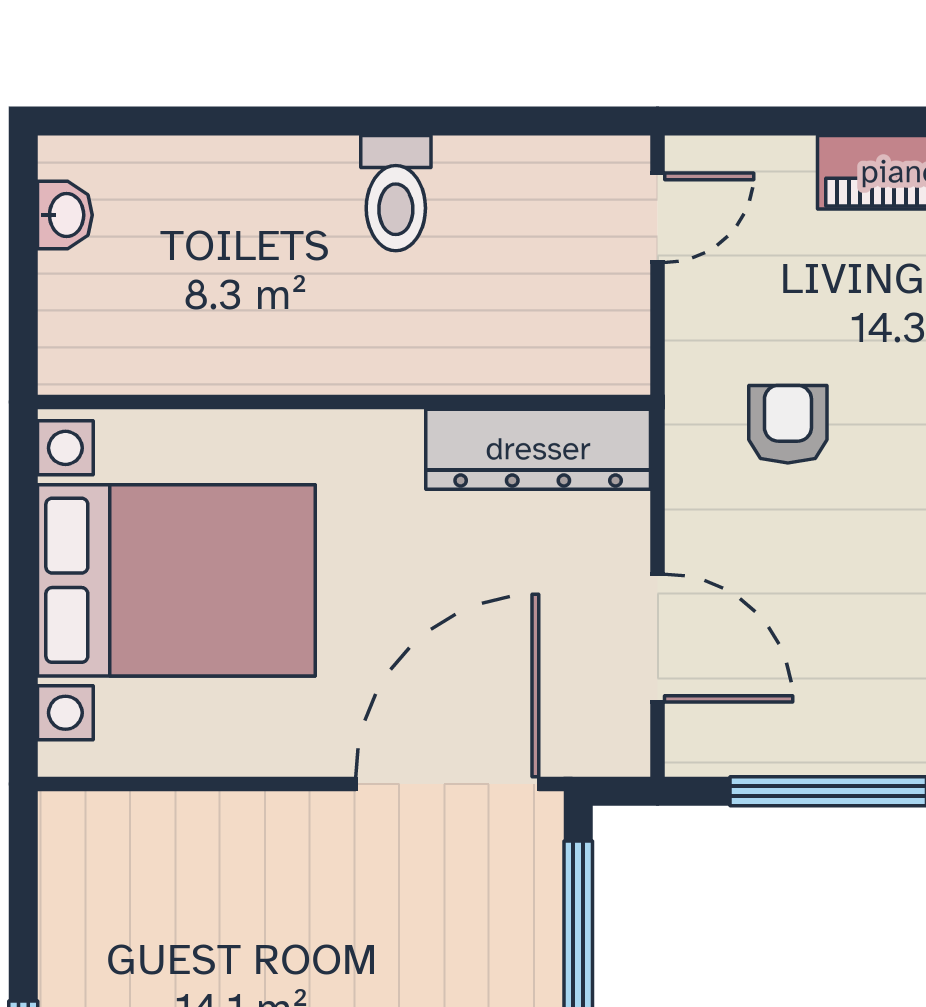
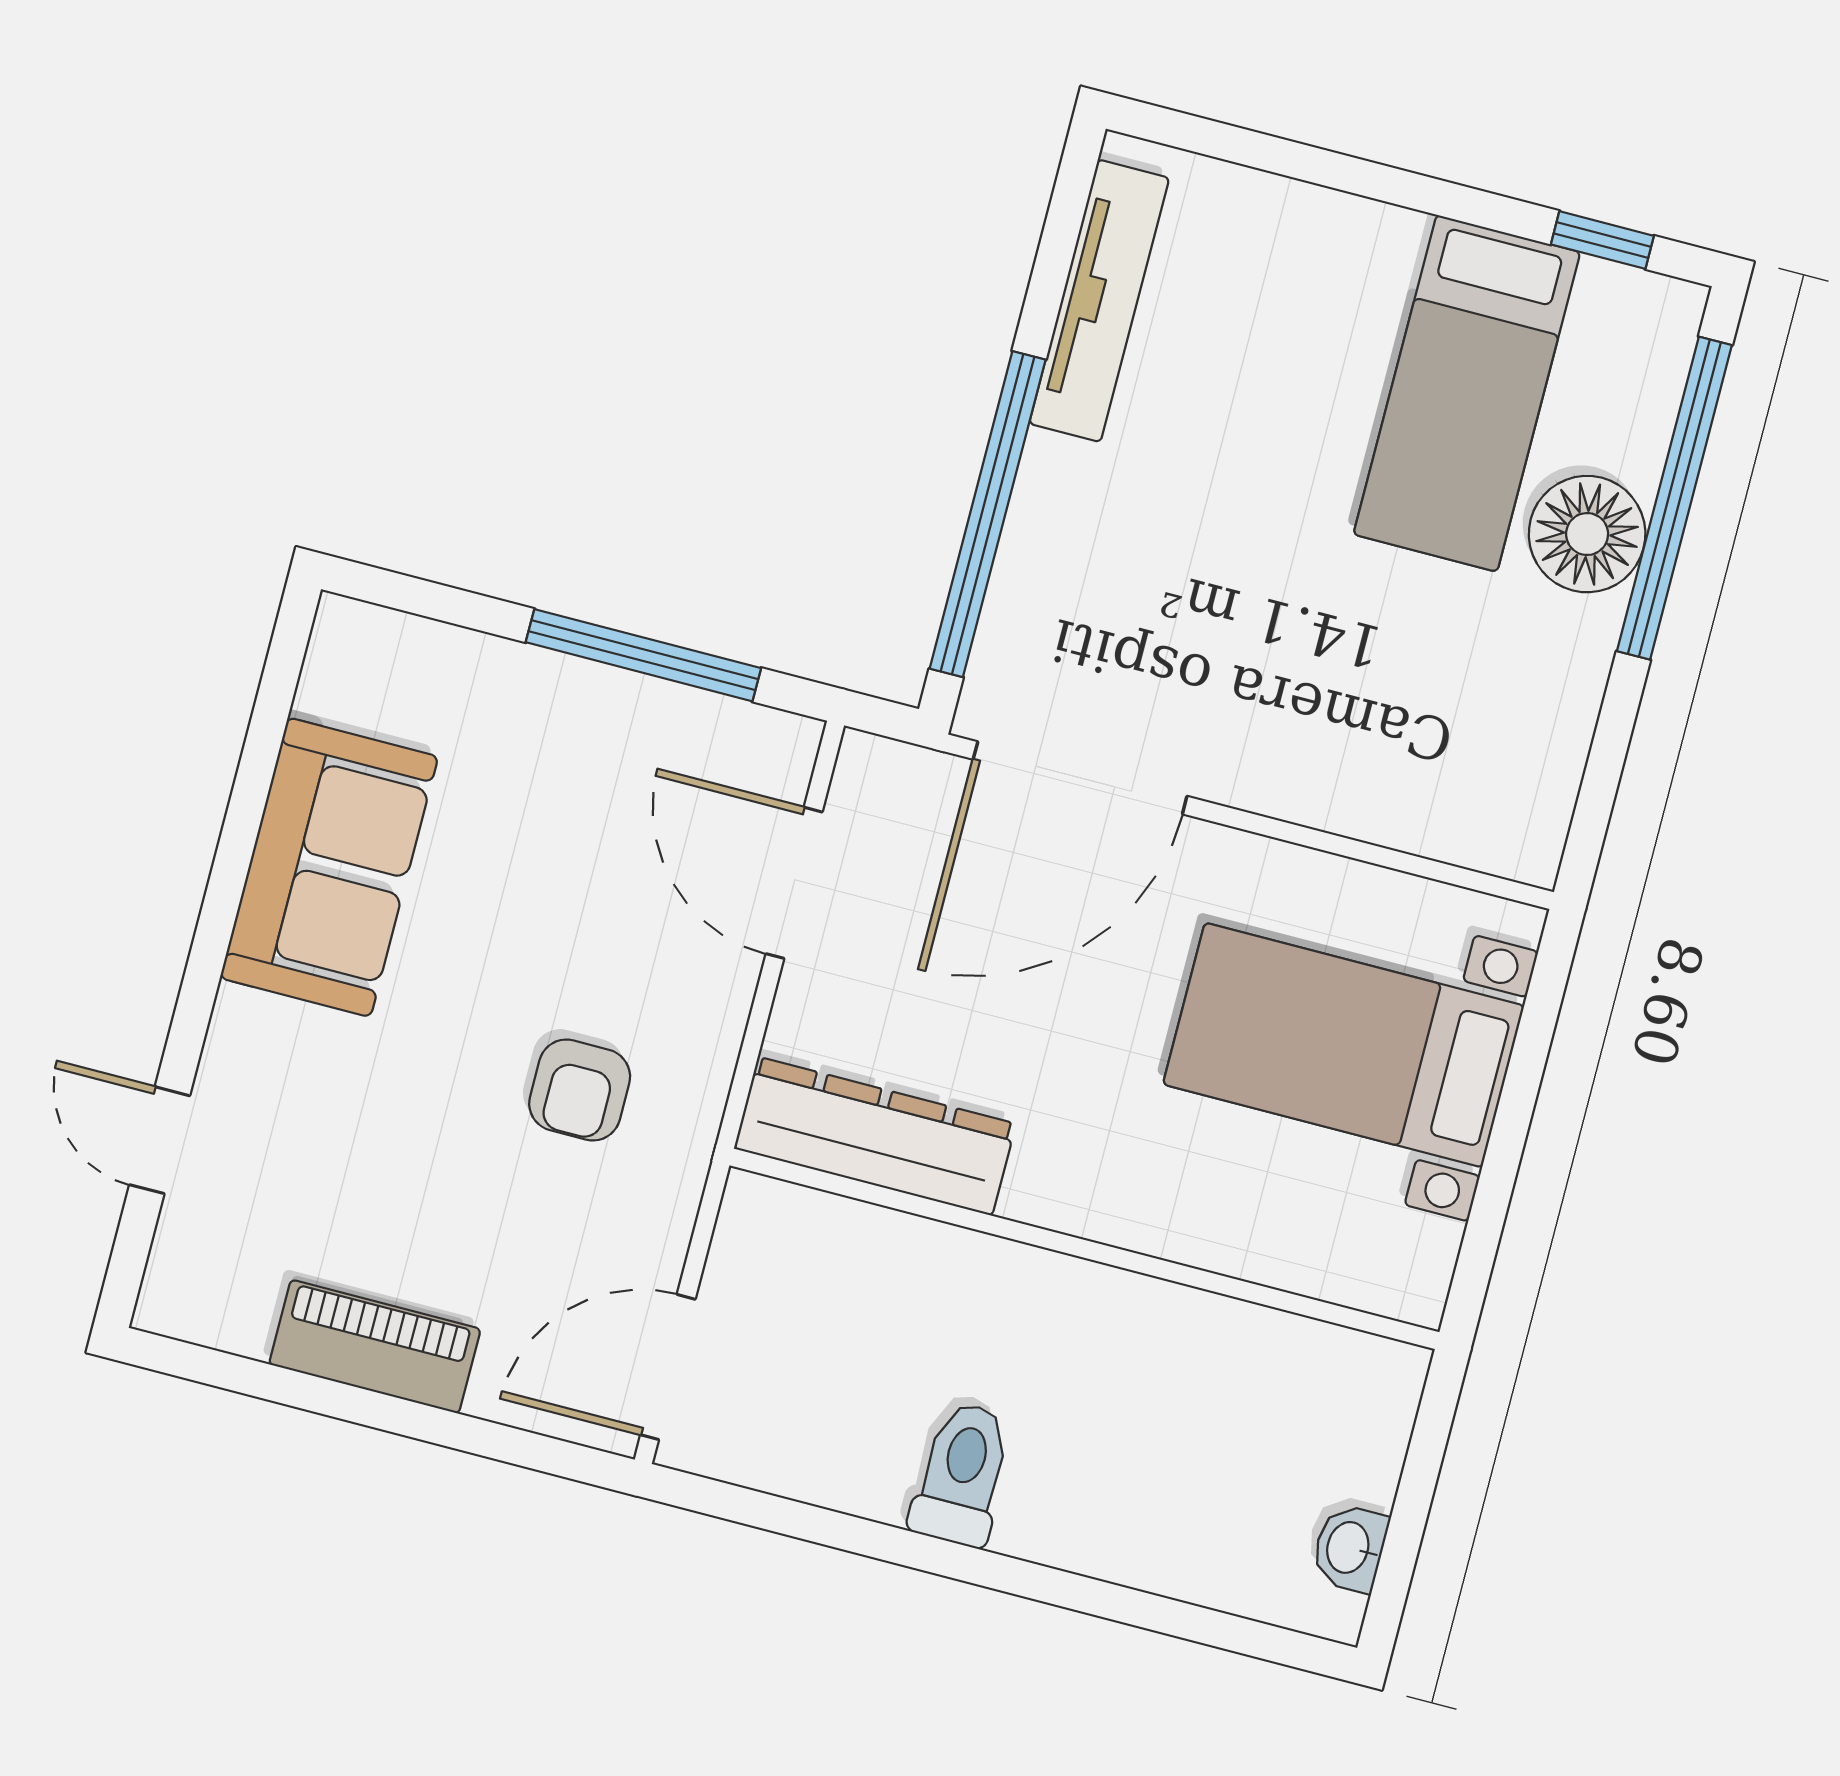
door: (658, 218) -> (668, 1367), width x1.38
bed with nightstands: (176, 580) -> (1344, 1045), width x0.73

